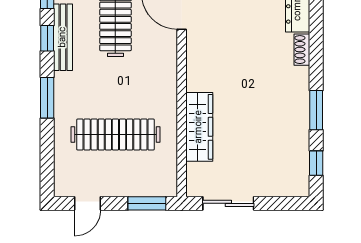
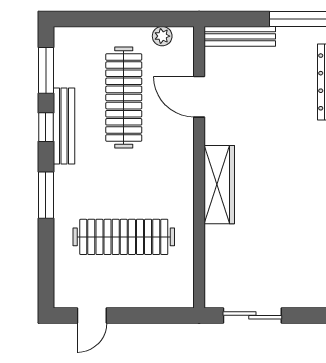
wardrobe: (199, 127) -> (219, 185), moved
window: (147, 203) -> (159, 315), removed

